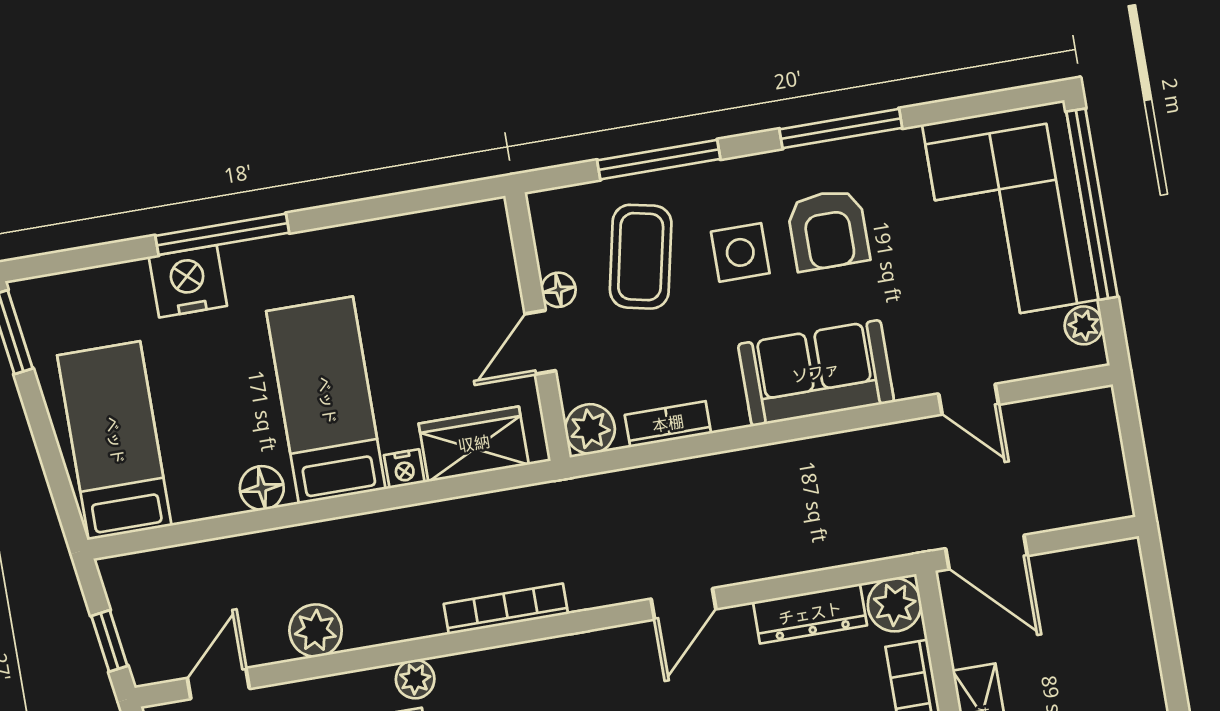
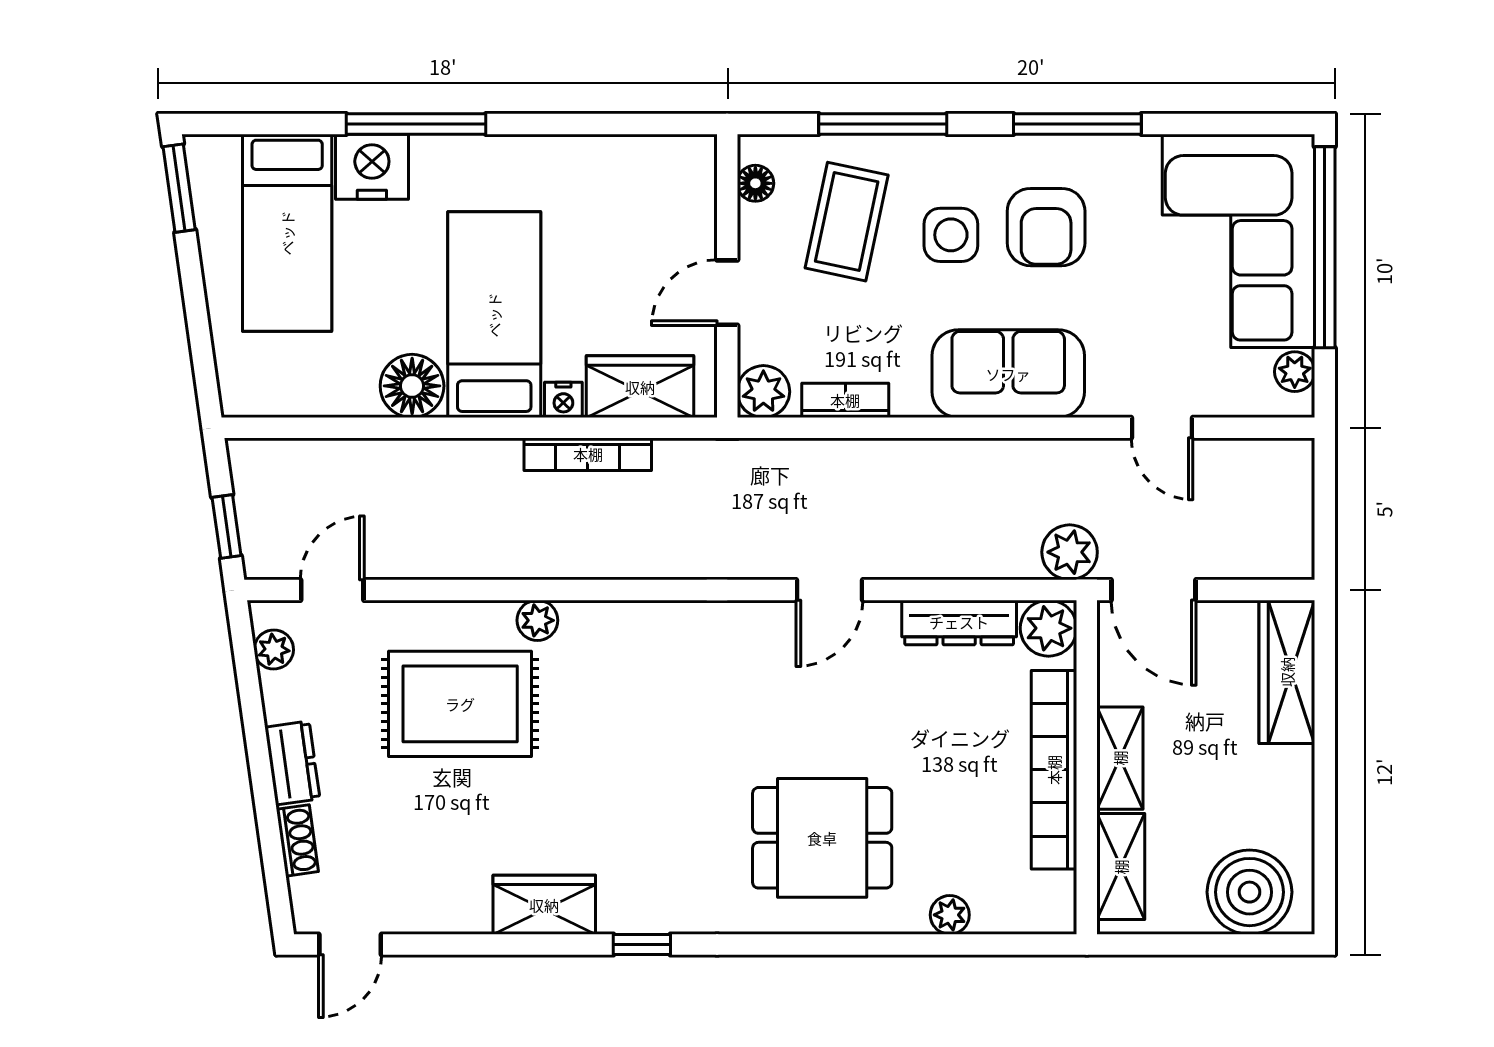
floor lamp: (558, 290) -> (755, 183), moved
bed: (114, 440) -> (287, 233), moved, turned 180
floor lamp: (262, 488) -> (412, 386), width x1.38, depth x1.38
wardrobe: (1124, 607) -> (1287, 672), added
bookcase: (506, 609) -> (588, 454), moved, turned 180
plant: (316, 631) -> (1070, 552), moved

